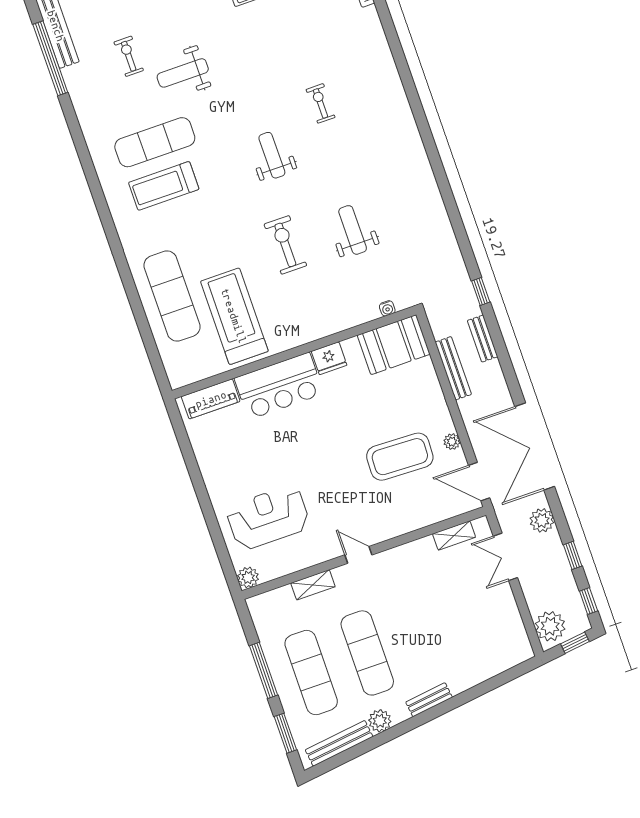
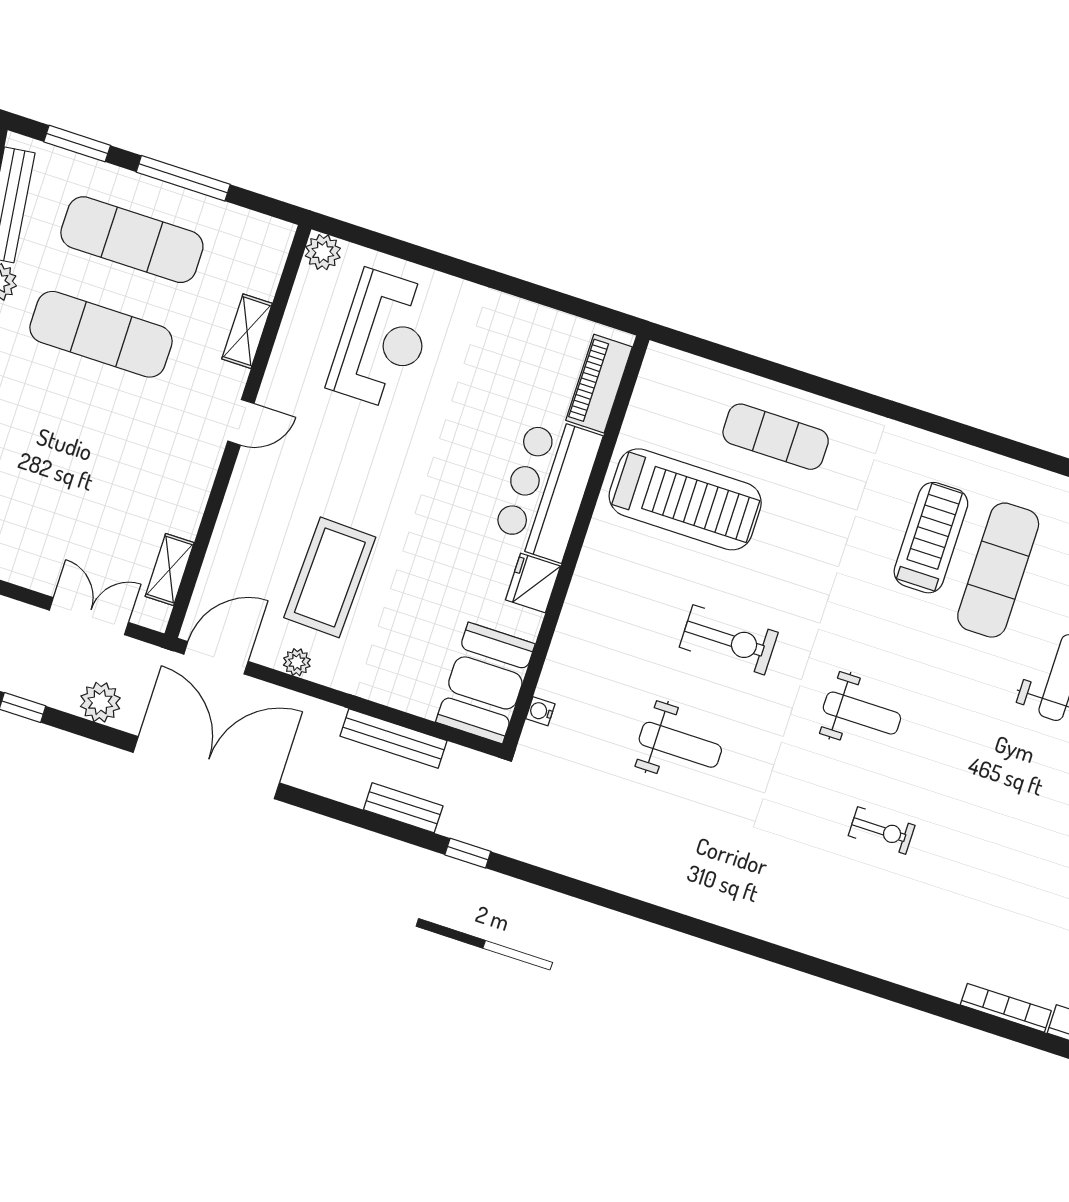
exercise mat: (172, 296) -> (776, 437), width x0.73, depth x0.69

